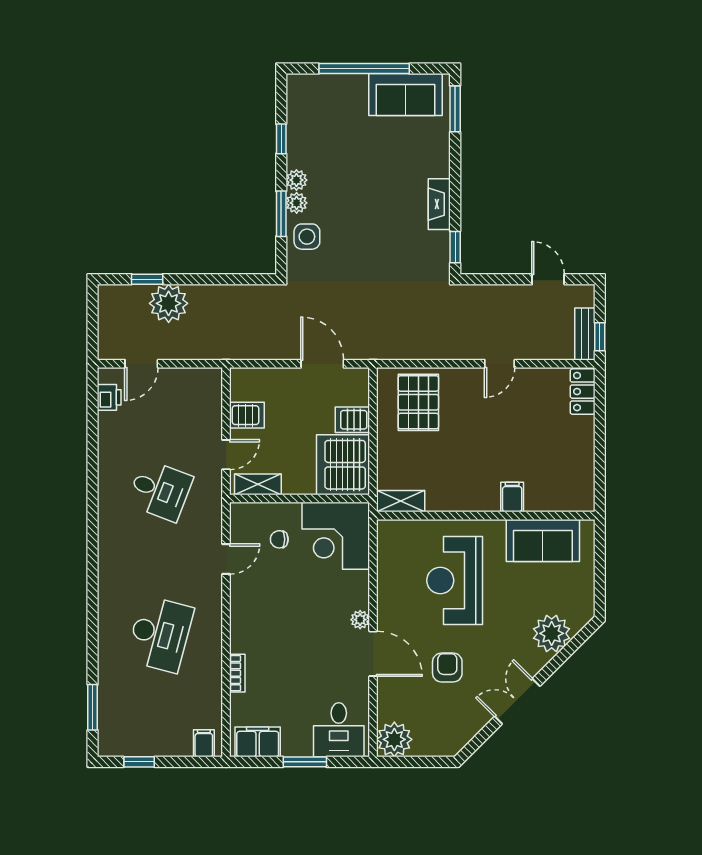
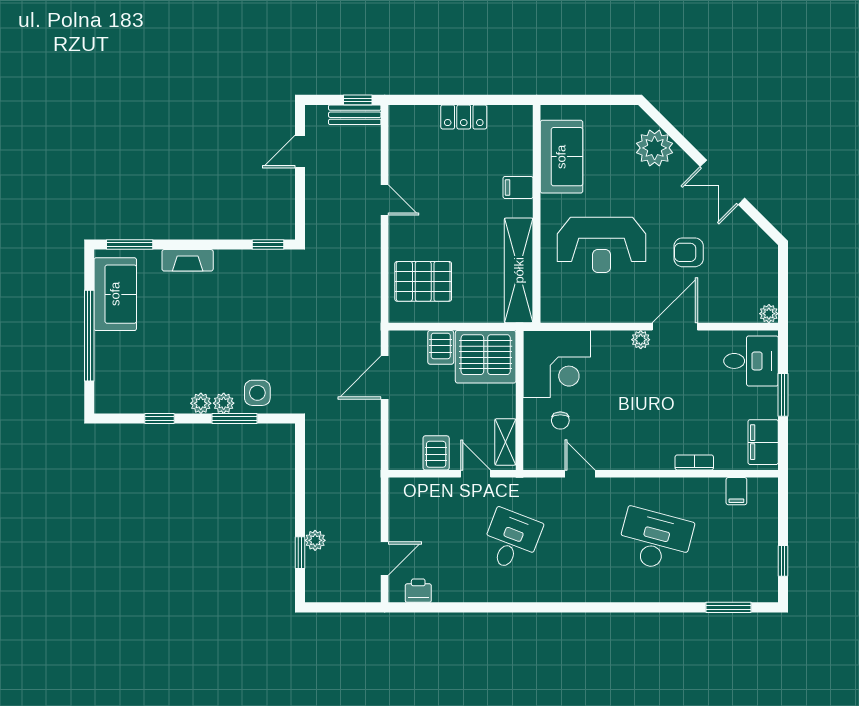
fireplace: (439, 204) -> (188, 260), moved
plant: (169, 303) -> (315, 540), width x0.53, depth x0.53
door: (141, 364) -> (385, 559), hinge flipped
locker: (583, 392) -> (464, 117), moved
shelving: (401, 501) -> (519, 270), width x2.20, depth x1.33
plant: (394, 739) -> (769, 314), width x0.53, depth x0.53
filing cabinet: (204, 743) -> (736, 491), moved, turned -90

